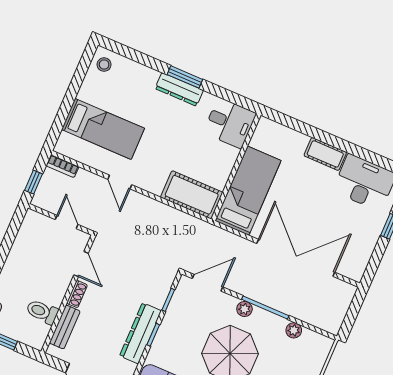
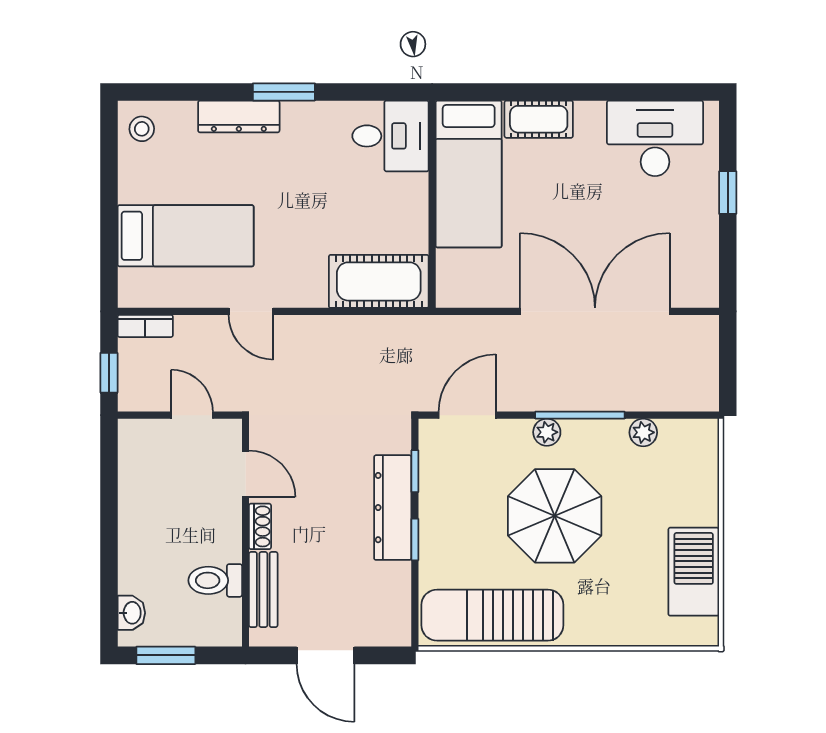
dresser: (179, 89) -> (239, 116), moved
cot: (325, 154) -> (539, 119), moved
bed: (248, 191) -> (469, 174), moved, turned 180
dresser: (141, 333) -> (393, 508), moved

